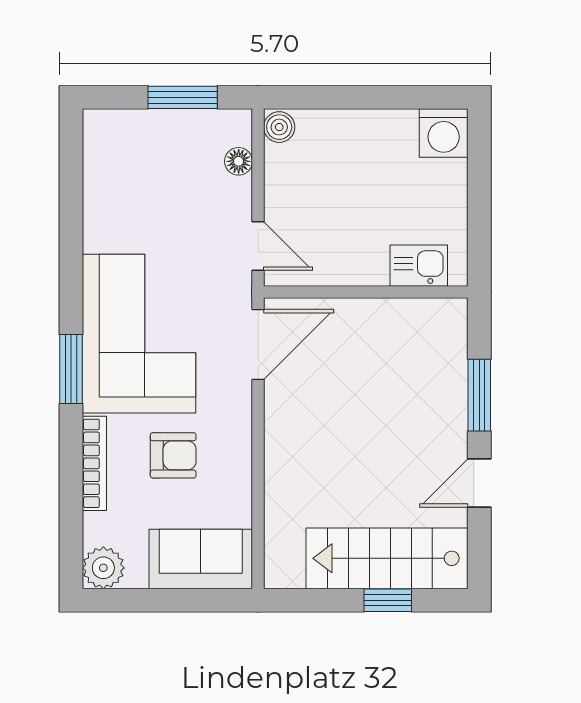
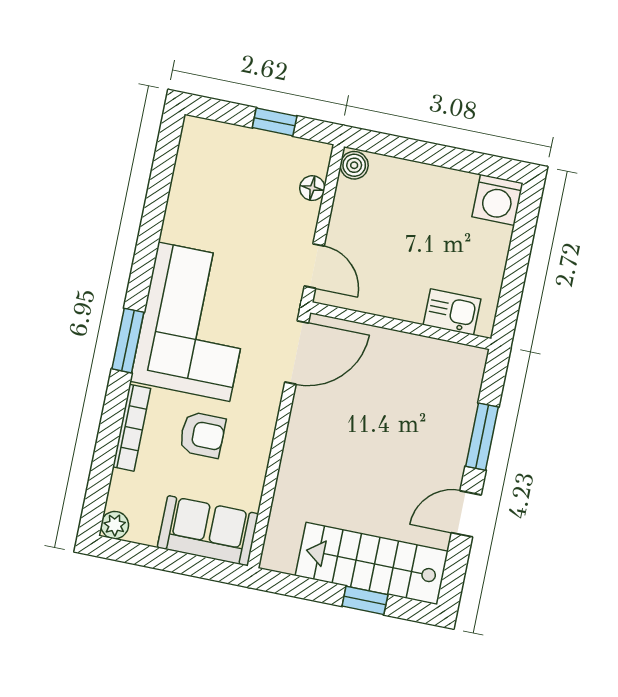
window: (183, 97) -> (275, 122), width x0.67
plant: (103, 568) -> (115, 525), width x0.73, depth x0.73

